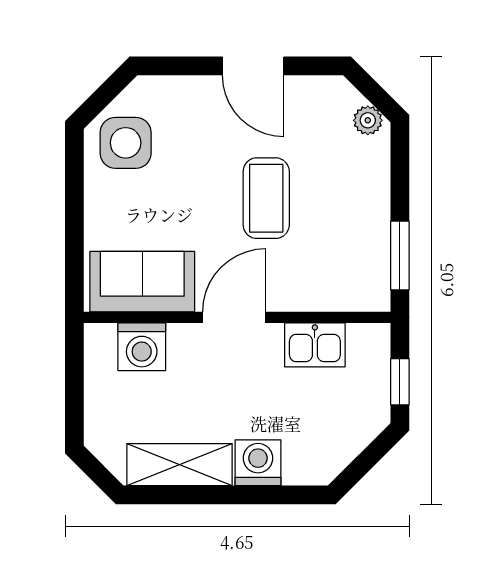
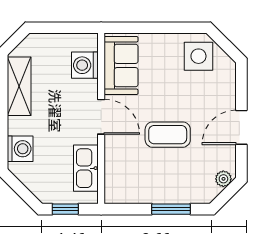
plant: (368, 120) -> (223, 179), moved
window: (400, 255) -> (171, 209), moved
kitchen sink: (315, 345) -> (86, 168), width x1.38
washing machine: (258, 463) -> (20, 149), moved

